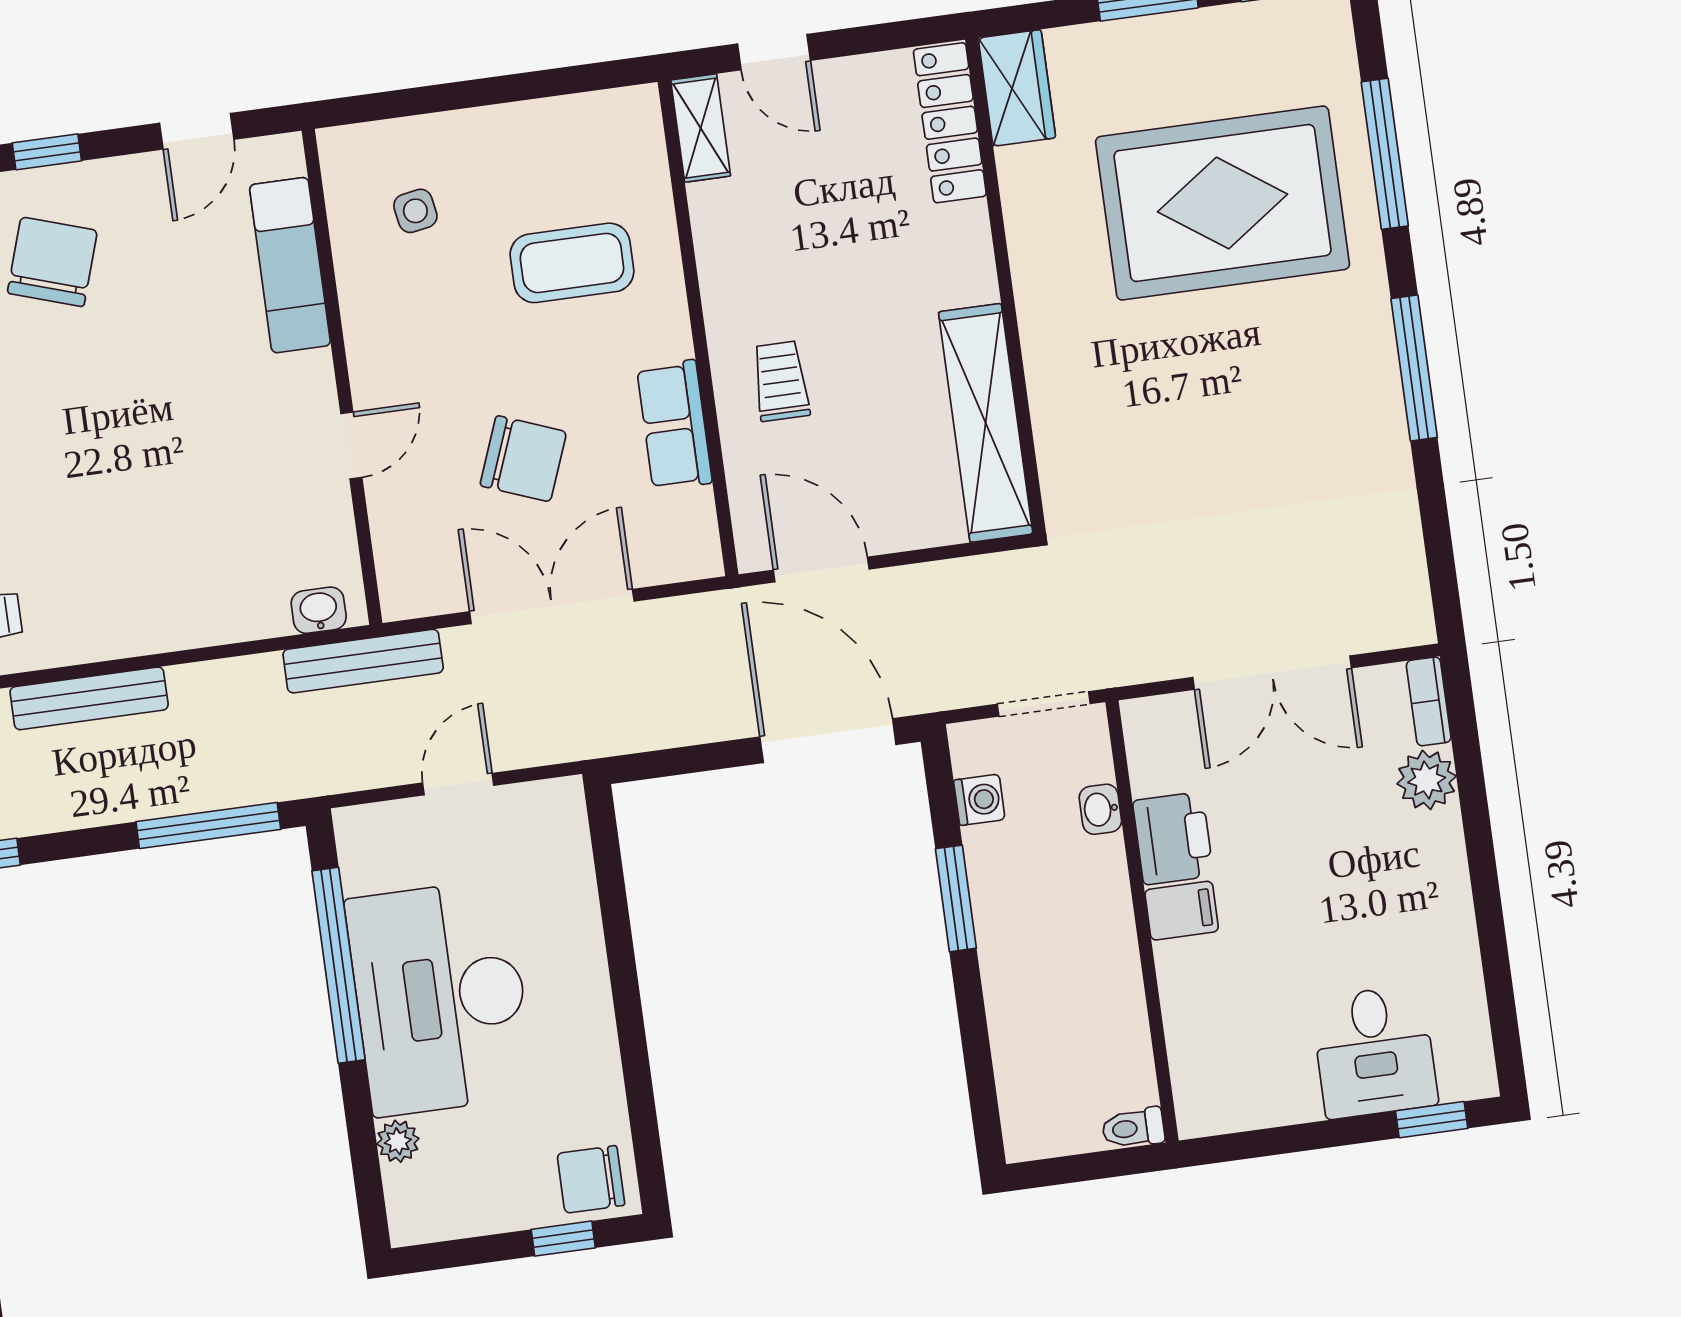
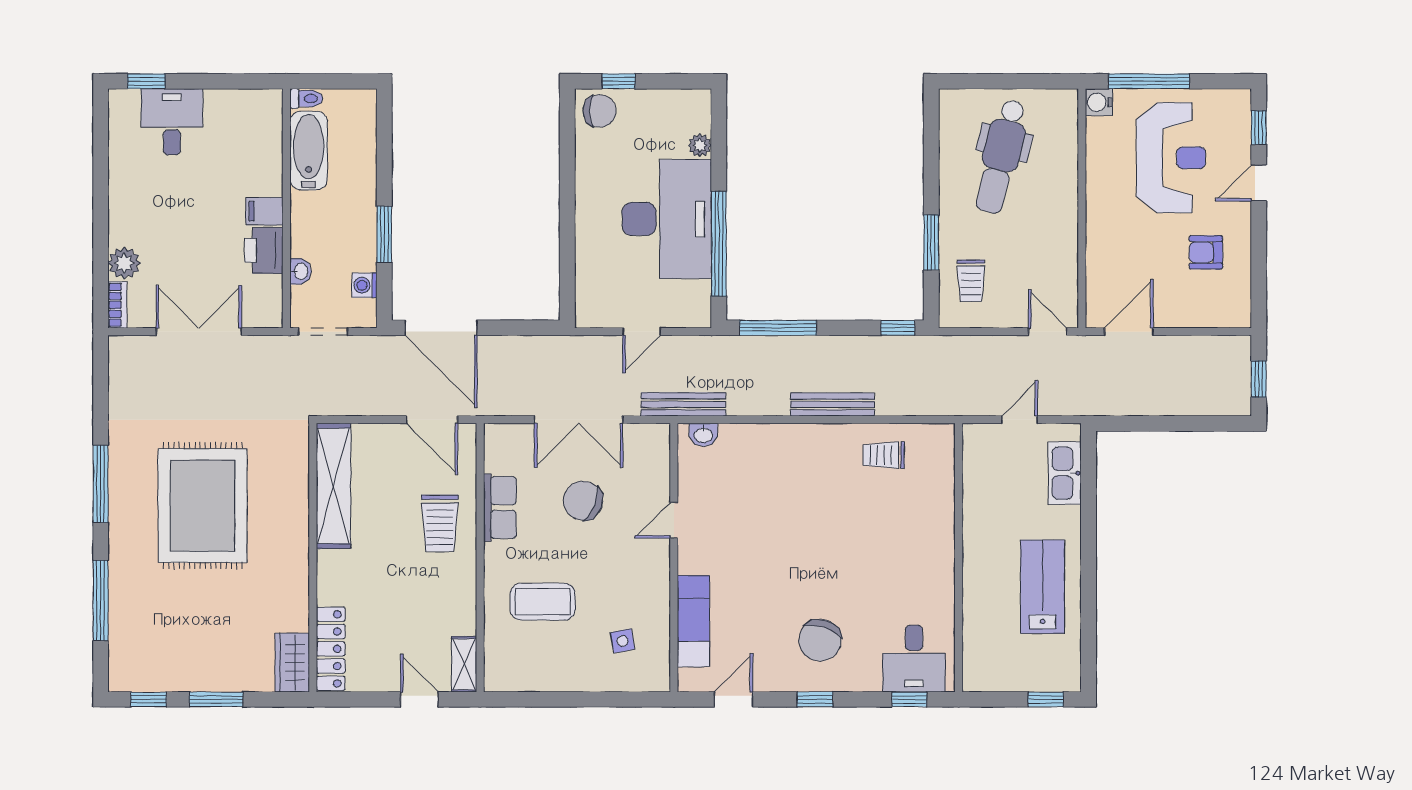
rug: (1223, 203) -> (203, 506), moved, turned 90
trolley: (781, 381) -> (440, 523), width x1.36, depth x1.39
bathtub: (1116, 1033) -> (309, 151), added

